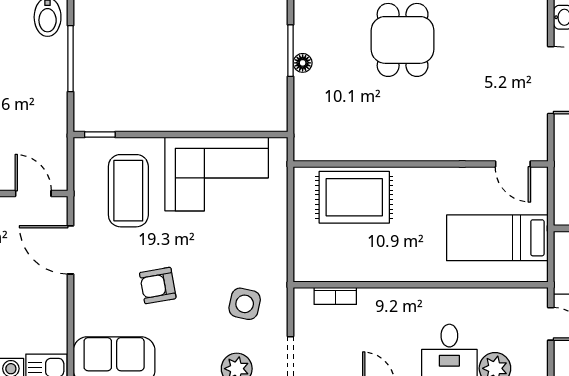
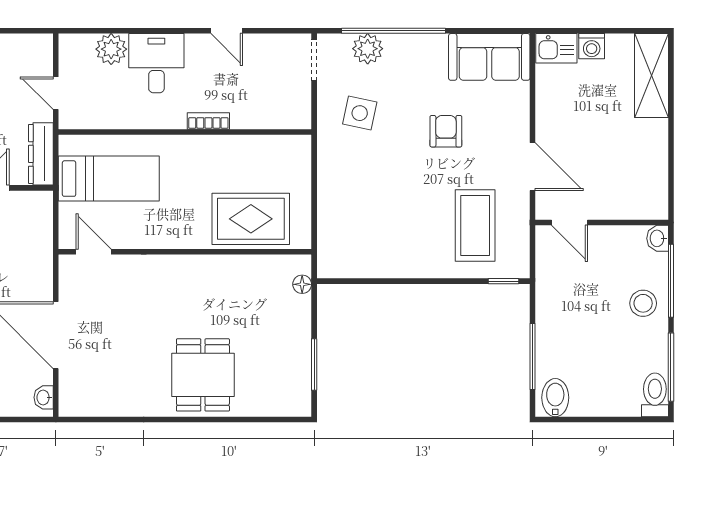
floor lamp: (303, 63) -> (302, 284), moved
corner sofa: (217, 174) -> (387, 242), removed
armchair: (158, 286) -> (446, 131), turned -80
bookcase: (335, 296) -> (208, 121), moved

